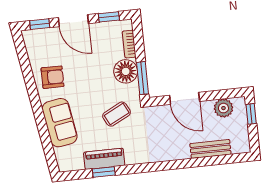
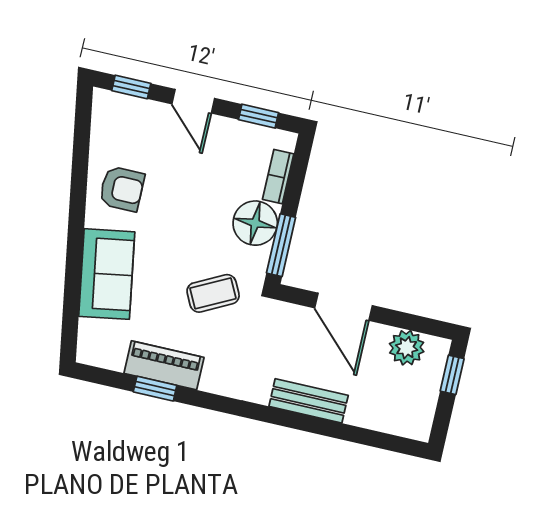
door: (73, 21) -> (193, 101), width x0.73
bench: (210, 149) -> (309, 401), moved

